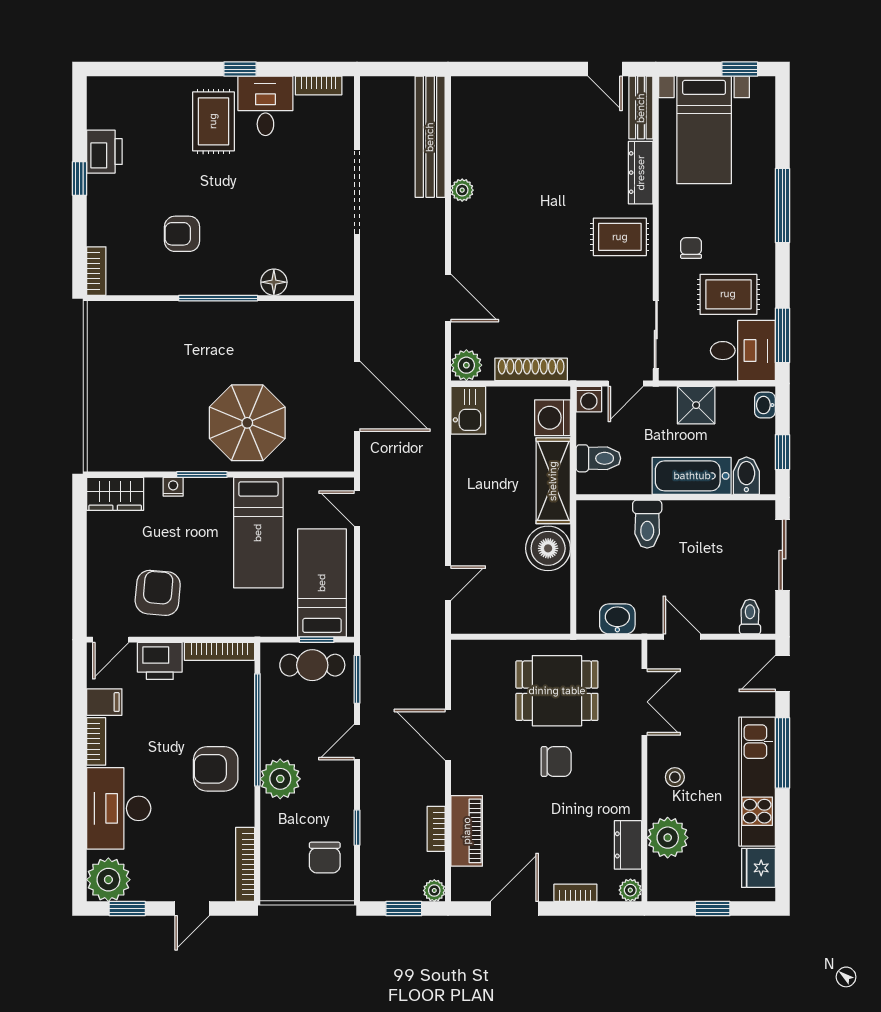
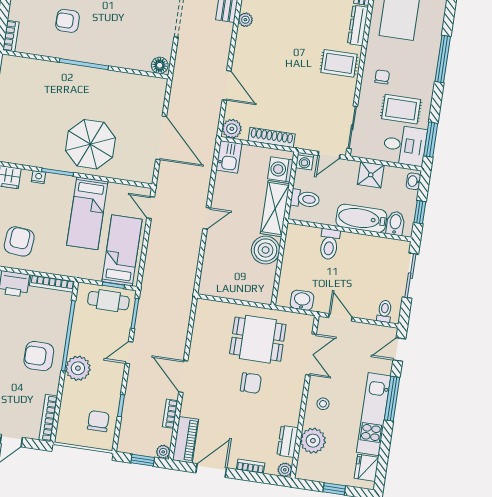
floor lamp: (274, 282) -> (160, 65), moved
door: (448, 583) -> (207, 218), moved
door: (448, 735) -> (183, 377), moved
piano: (467, 831) -> (186, 440), moved
chair: (325, 858) -> (98, 421), turned 180

